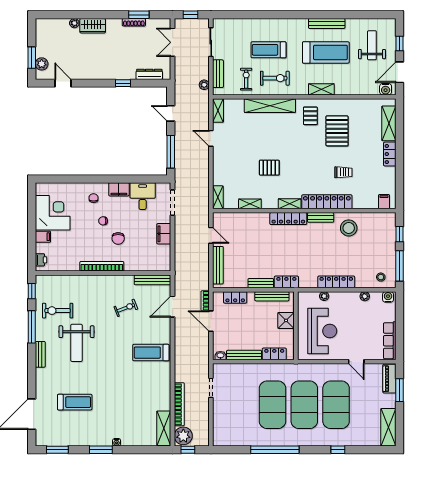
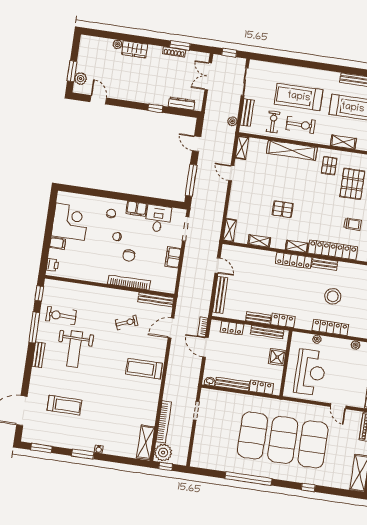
treadmill: (268, 50) -> (299, 97), width x1.37, depth x1.38
stool: (349, 228) -> (333, 296), moved
bookcase: (102, 266) -> (129, 282), moved

